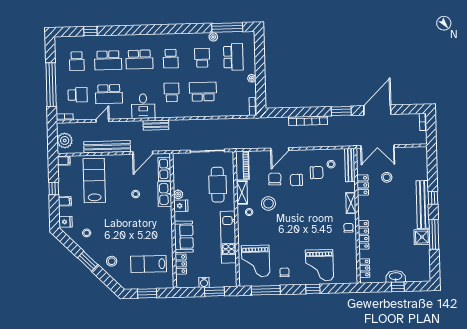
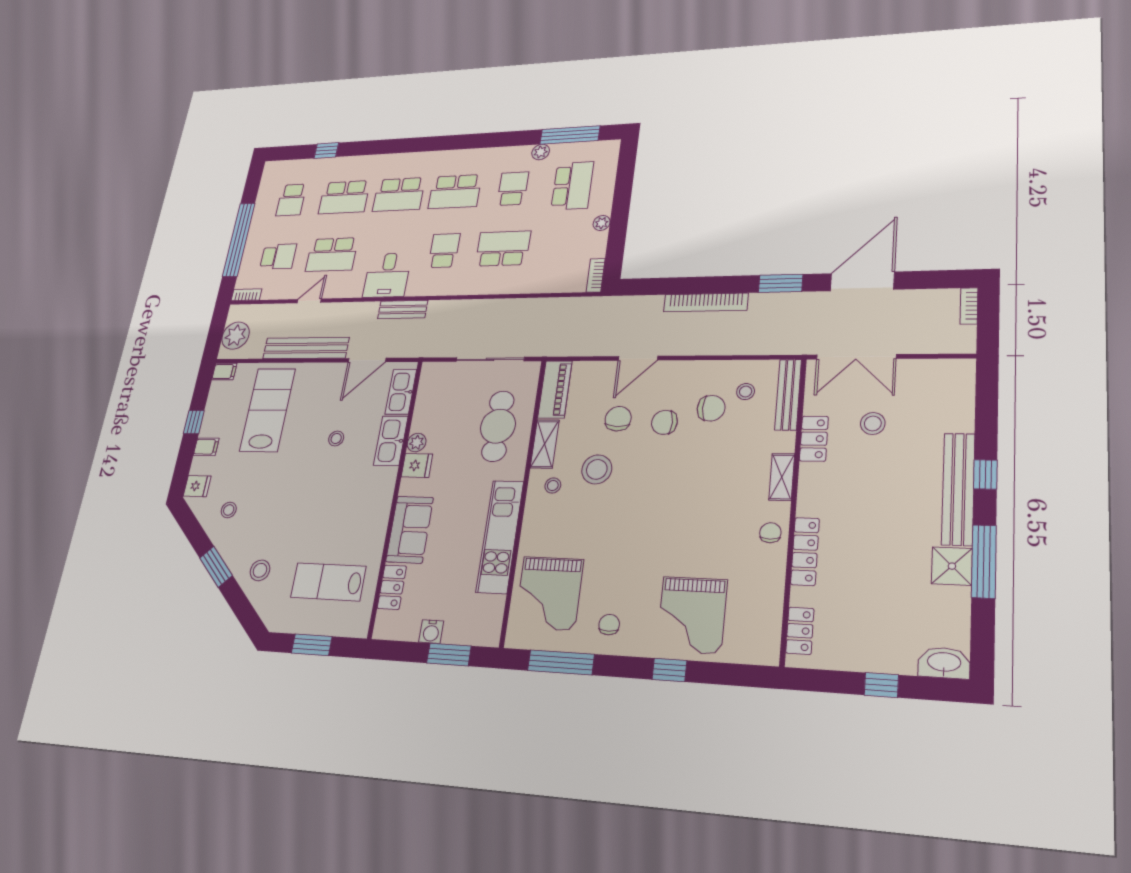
school desk: (171, 59) -> (455, 192), width x1.85
washbasin: (396, 277) -> (944, 663), moved

